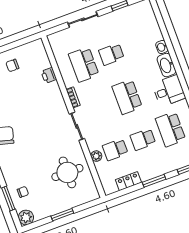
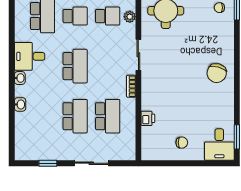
school desk: (111, 54) -> (75, 116), width x1.85
washbasin: (166, 65) -> (20, 78), width x0.52, depth x0.69

